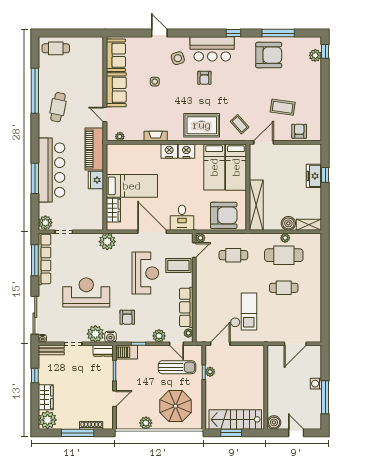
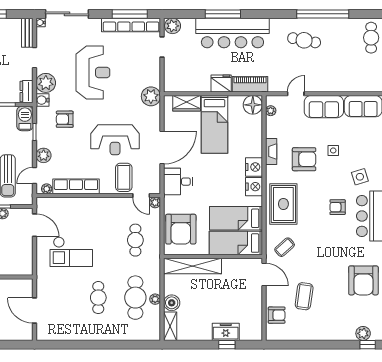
armchair: (162, 107) -> (304, 159), added
piano: (94, 149) -> (250, 84), width x0.73, depth x0.75
floor lamp: (115, 152) -> (253, 105), added

